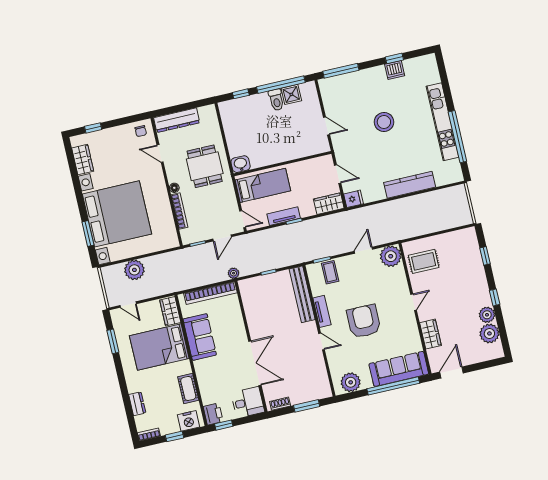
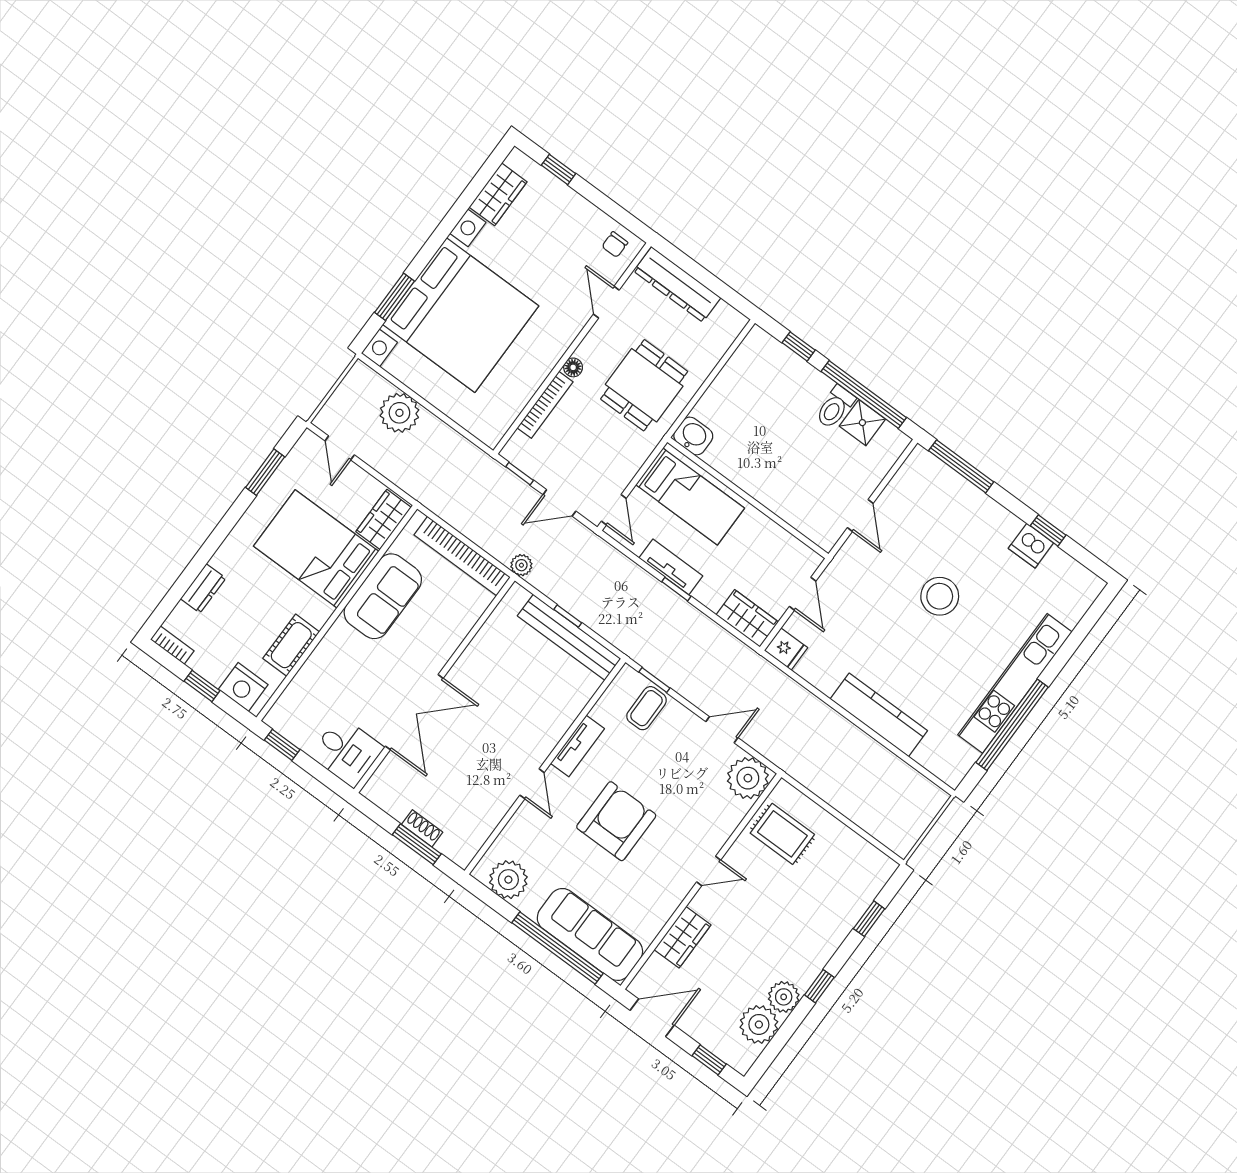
bench: (302, 294) -> (569, 637), moved, turned 90
window: (487, 364) -> (709, 1060), added
shoe rack: (280, 404) -> (422, 828), moved
printer: (213, 414) -> (285, 715), removed

